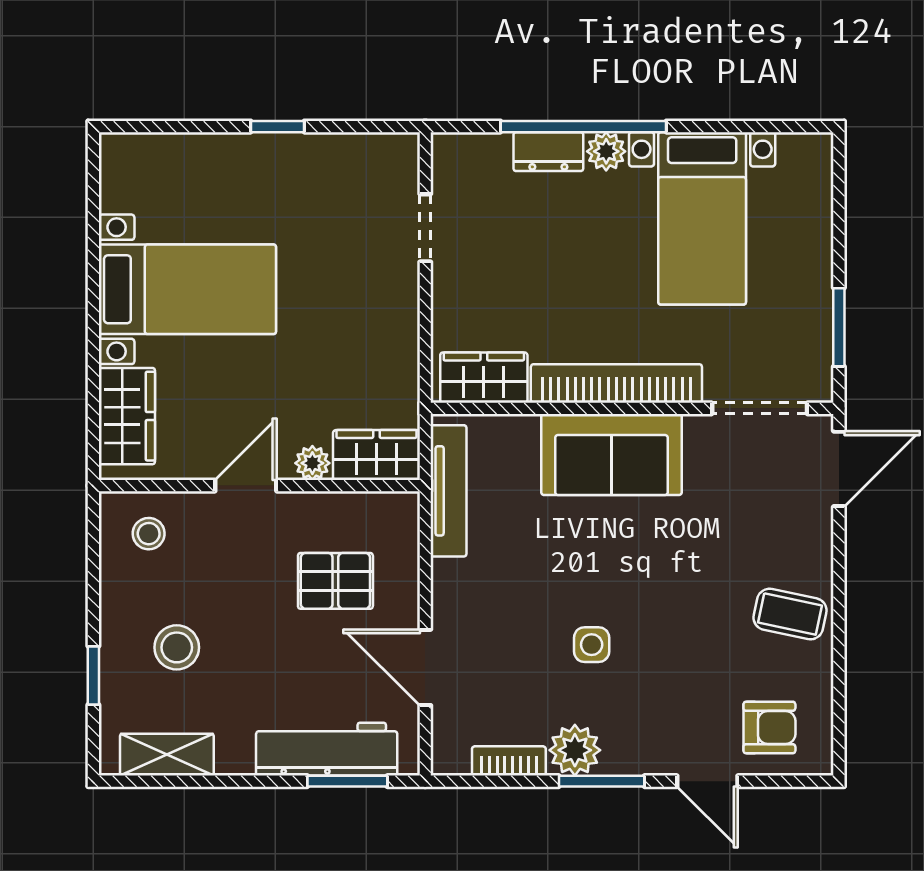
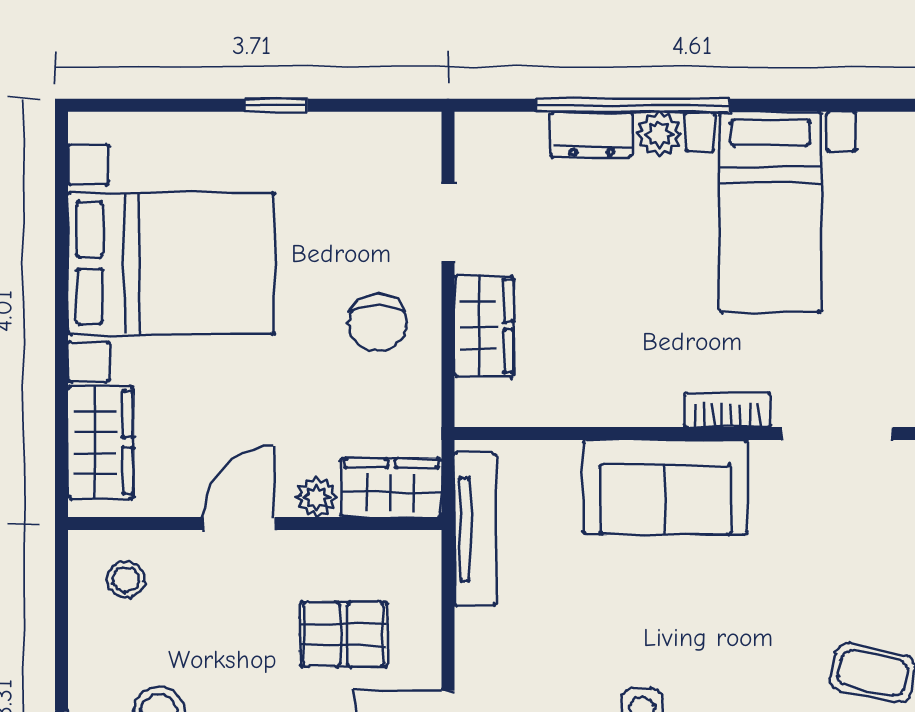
bed with nightstands: (187, 289) -> (171, 263), width x1.36
chair: (365, 314) -> (378, 323), added
wardrobe: (484, 378) -> (484, 326), moved, turned 90
bookcase: (616, 384) -> (727, 410), width x0.43, depth x0.76

